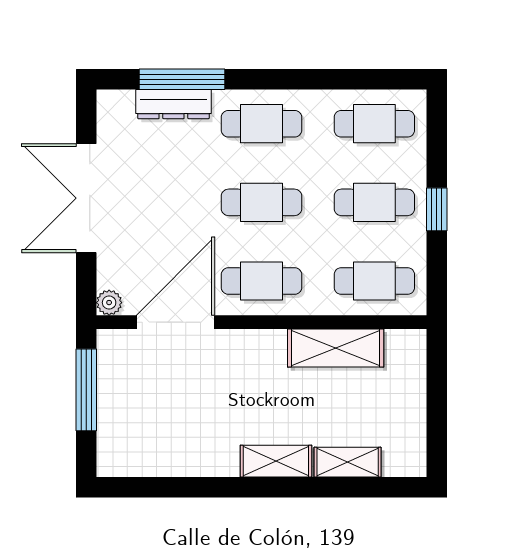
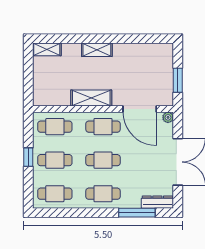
dresser: (173, 104) -> (157, 202), moved
door: (175, 322) -> (140, 109), hinge flipped
shelving: (336, 348) -> (91, 98), moved
window: (86, 390) -> (178, 80), width x0.69
shelving: (348, 462) -> (47, 49), moved

